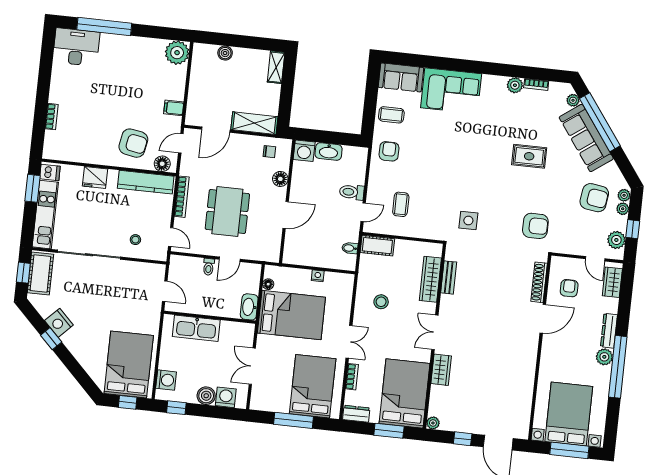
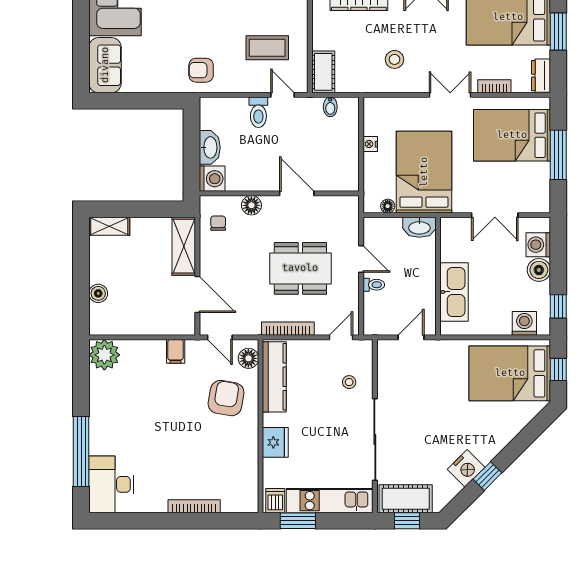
coffee table: (391, 115) -> (154, 72), removed
bookcase: (52, 117) -> (194, 506), width x1.56
coffee table: (401, 204) -> (267, 48), width x1.36, depth x1.30

